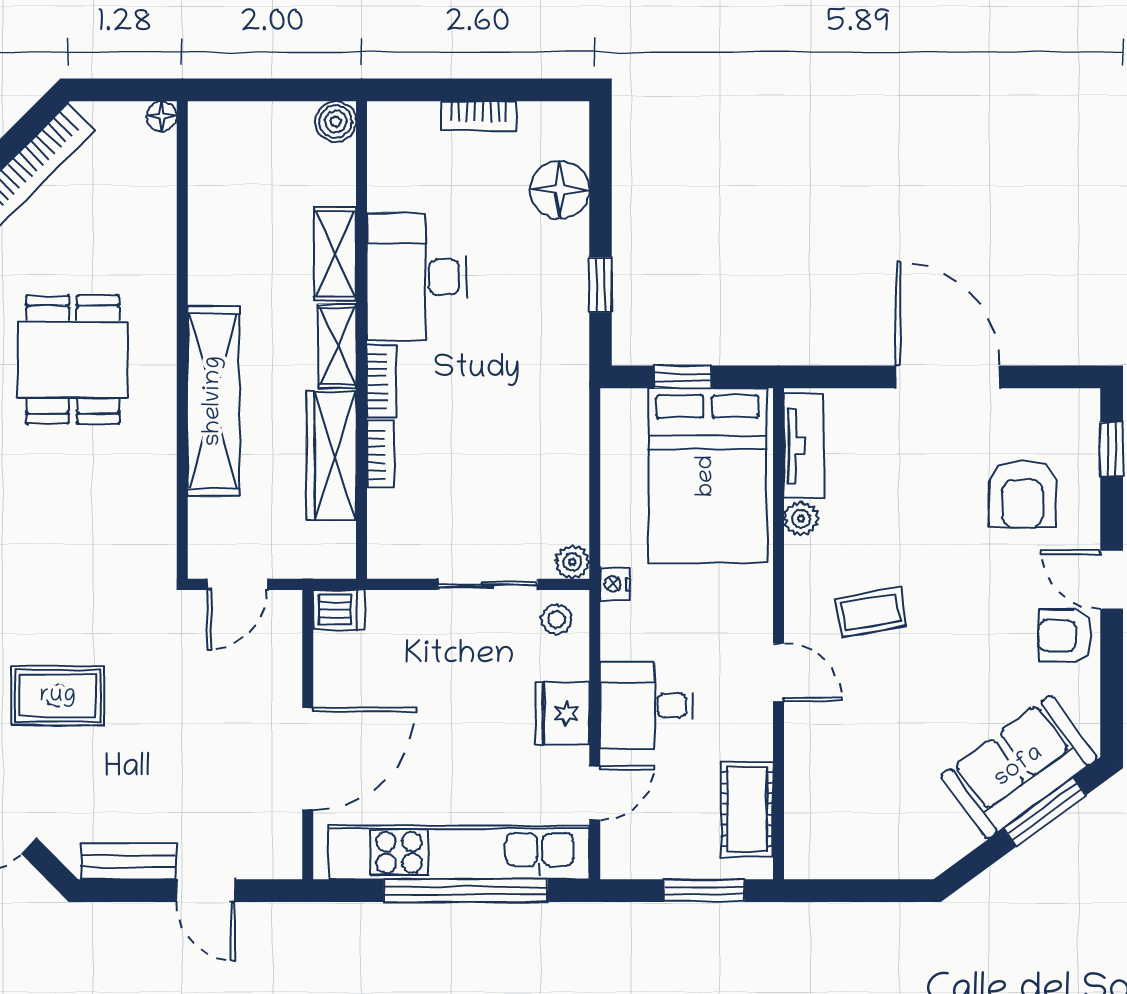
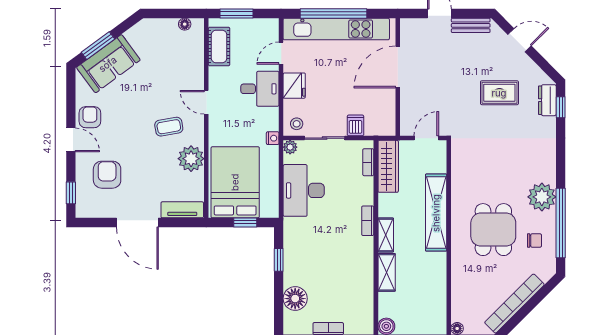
desk: (417, 277) -> (304, 190), moved, turned 180
tv unit: (804, 446) -> (182, 210), moved, turned 90
bookcase: (380, 455) -> (368, 162), moved
wardrobe: (331, 456) -> (388, 166), moved
plant: (801, 519) -> (191, 159), width x1.88, depth x1.88
dishwasher: (339, 610) -> (355, 125), moved, turned 90
armchair: (1065, 636) -> (90, 117), turned -90
floor lamp: (832, 864) -> (185, 24), added

